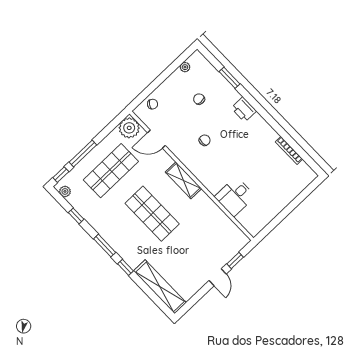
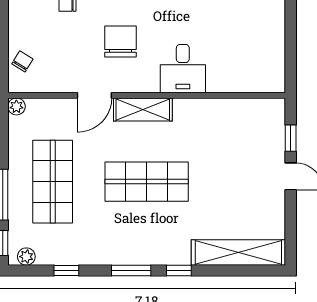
plant: (129, 128) -> (16, 106), width x0.53, depth x0.53
door: (156, 139) -> (94, 95), moved
chair: (205, 140) -> (121, 42), width x1.87, depth x1.87
desk: (235, 196) -> (183, 69), moved

